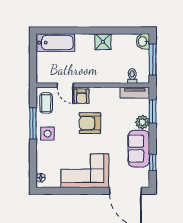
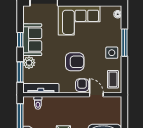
tv unit: (135, 93) -> (41, 88), width x1.41
window: (33, 123) -> (124, 43), moved
window: (153, 162) -> (20, 40), moved

